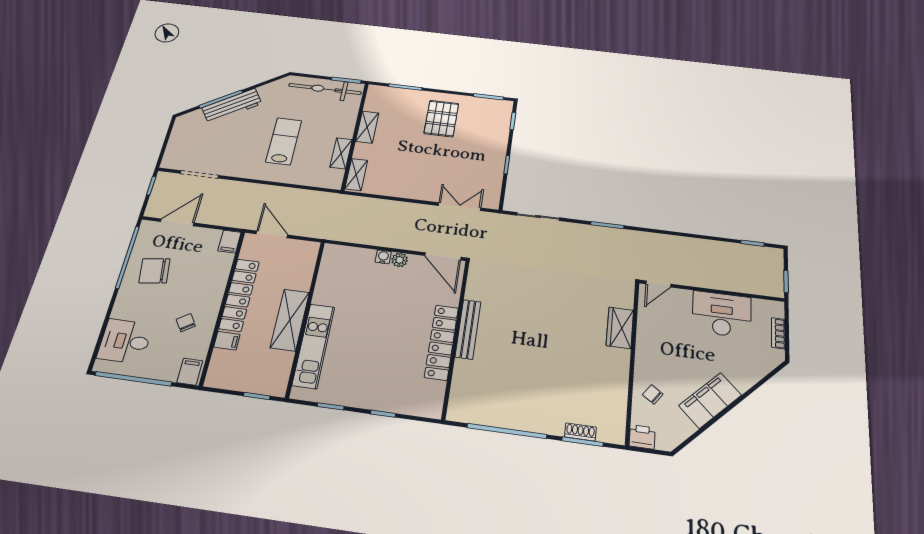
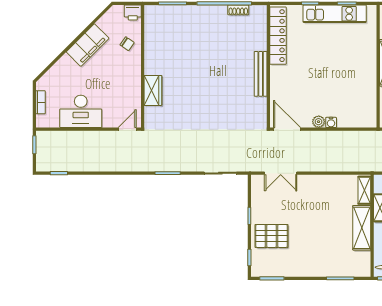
pallet: (441, 118) -> (272, 236), moved, turned 90
shelving: (367, 127) -> (362, 228), width x1.50, depth x1.33
locker: (441, 342) -> (278, 36), moved
kitchen unit: (314, 346) -> (335, 14), moved, turned -90
shoe rack: (580, 432) -> (238, 10), moved

